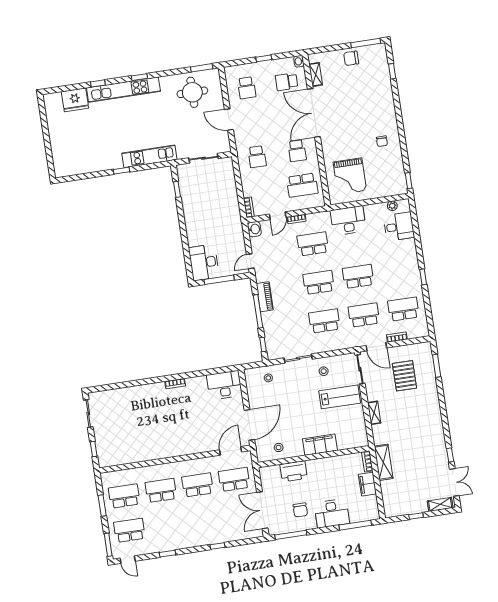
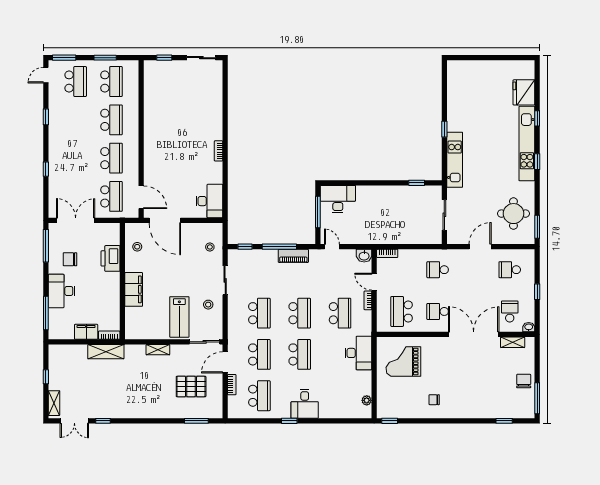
desk: (399, 227) -> (305, 404), moved

